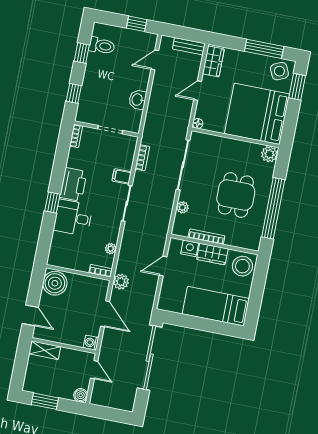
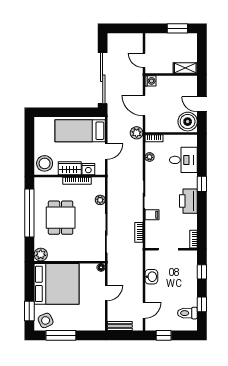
wardrobe: (213, 61) -> (98, 318), removed
desk: (73, 218) -> (183, 160), moved
bed: (216, 306) -> (80, 131), moved, turned 180
door: (30, 315) -> (202, 104), moved
boiler: (81, 395) -> (151, 39), removed

